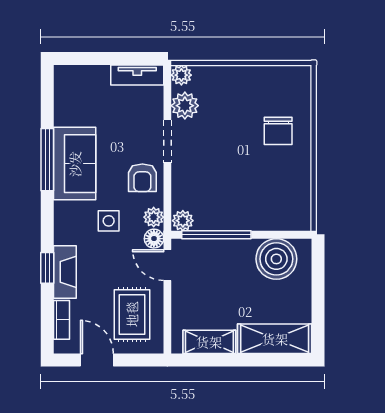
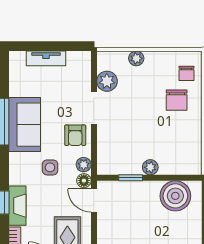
tv unit: (137, 75) -> (46, 58), moved
plant: (181, 75) -> (136, 58), moved
chair: (291, 95) -> (187, 73), added
plant: (183, 221) -> (150, 167), moved
window: (216, 235) -> (131, 178), width x0.46

